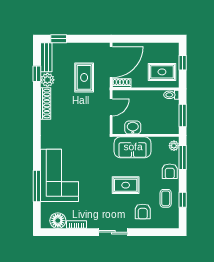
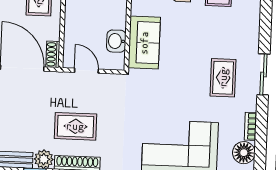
rug: (84, 77) -> (75, 126), moved
rug: (126, 185) -> (223, 78), moved
armchair: (143, 212) -> (236, 32), removed

